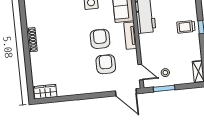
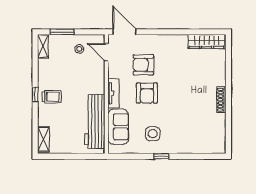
armchair: (106, 64) -> (143, 65), turned 90
window: (164, 88) -> (62, 32), moved
wardrobe: (45, 92) -> (206, 41), width x1.50

